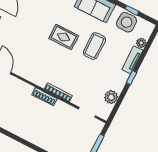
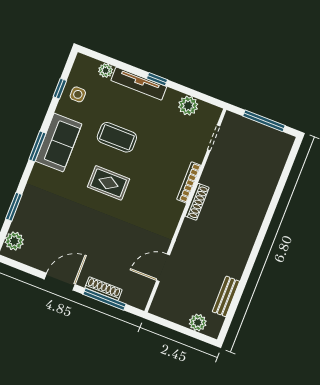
side table: (127, 22) -> (78, 94), width x0.54, depth x0.54
rug: (64, 37) -> (109, 183), turned 90
tv unit: (132, 60) -> (139, 84), width x1.41

